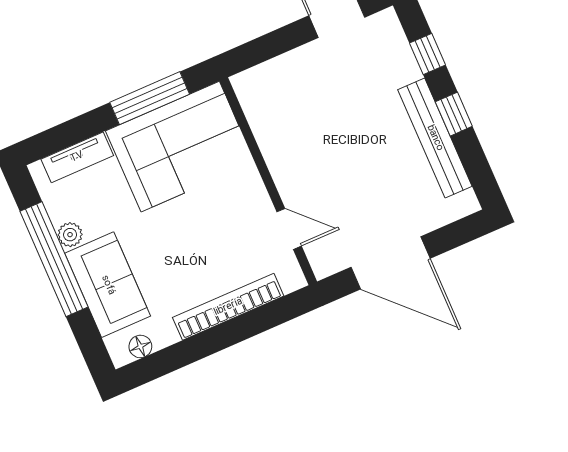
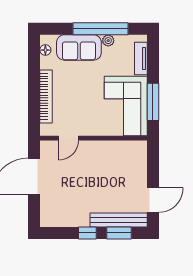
window: (428, 54) -> (119, 233), width x1.50
bench: (435, 138) -> (119, 220), moved

